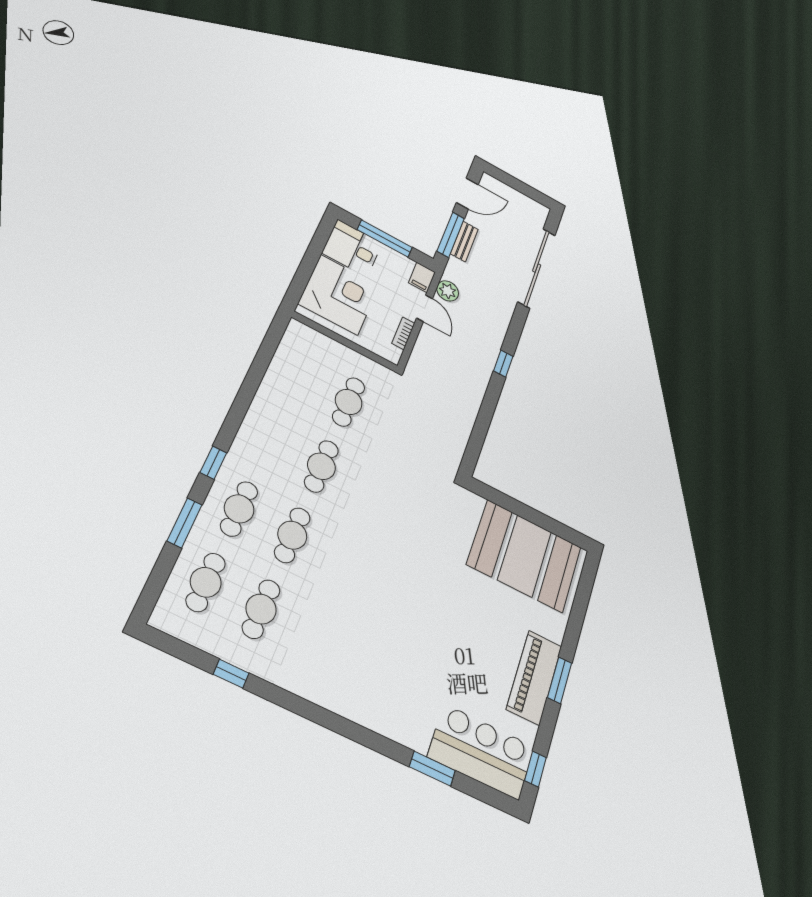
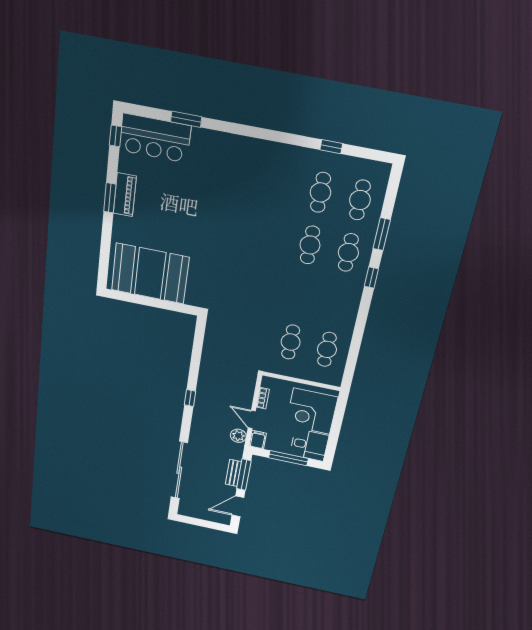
cafe table: (321, 466) -> (327, 349), moved
piano: (534, 677) -> (125, 195), width x0.73, depth x0.75

